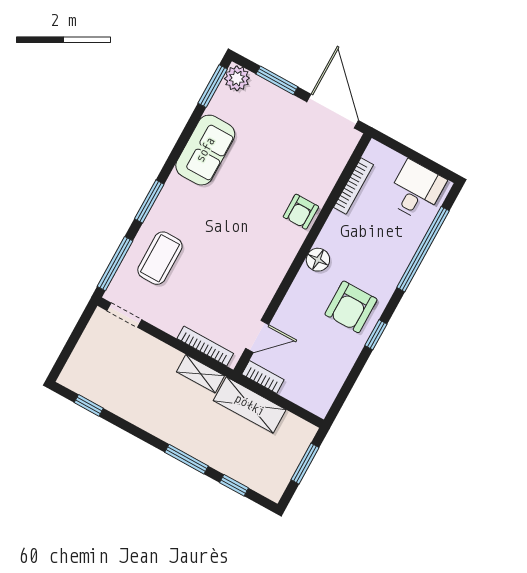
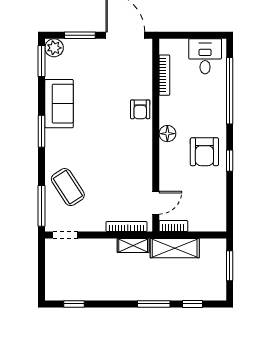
window: (149, 201) -> (42, 131), moved
coffee table: (160, 258) -> (68, 187), turned -33

